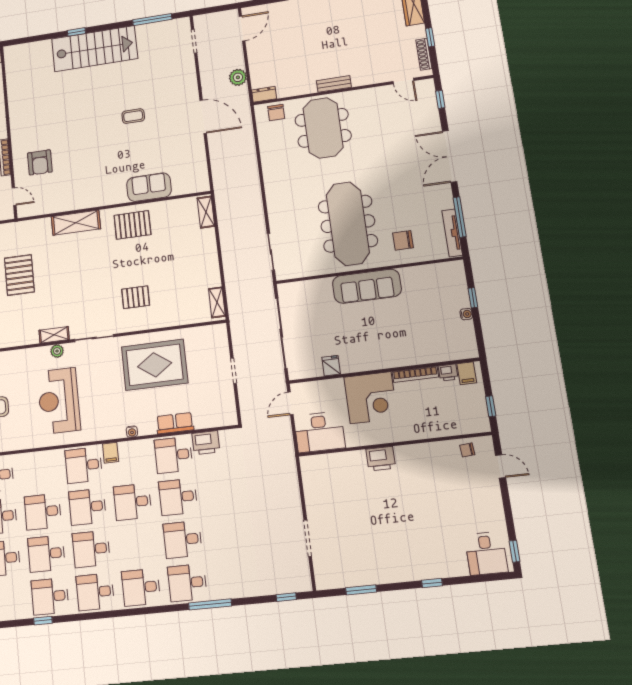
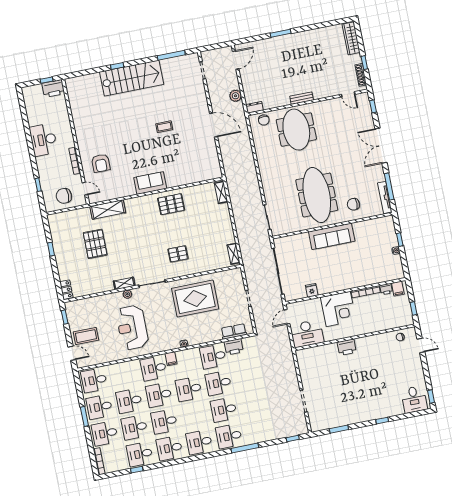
sofa: (149, 187) -> (150, 183), moved
shelving: (76, 223) -> (108, 209), moved
row of seats: (175, 423) -> (234, 331), moved

